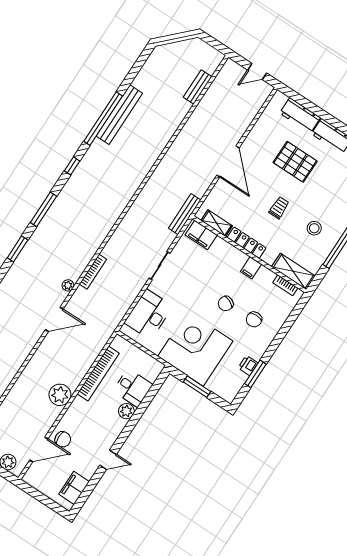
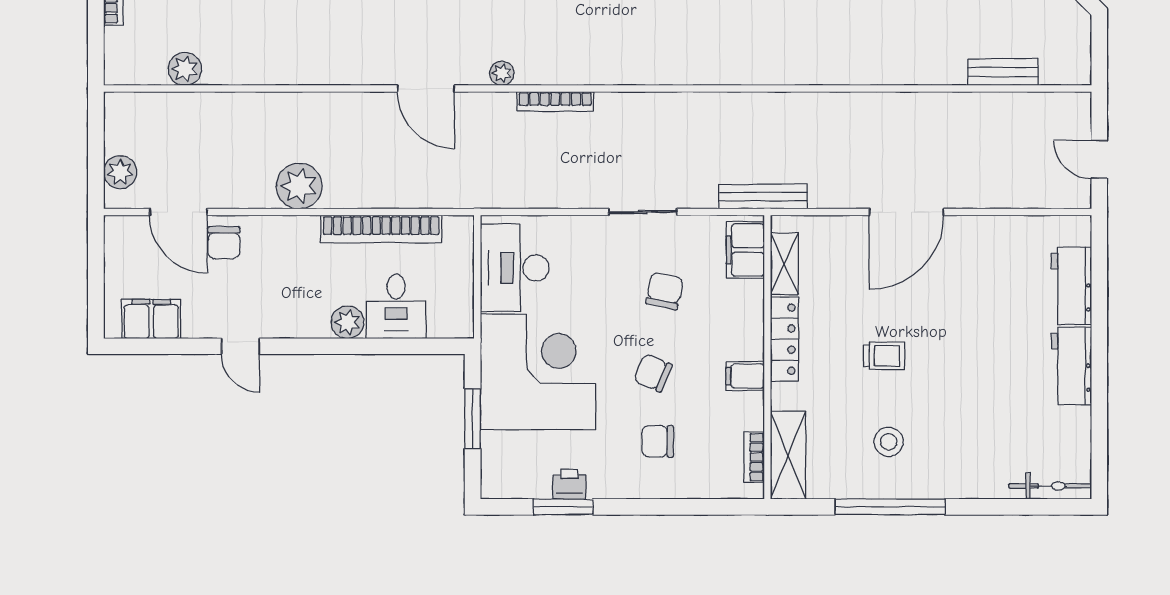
pallet: (295, 162) -> (984, 331), removed
chair: (196, 278) -> (665, 291), added
desk: (149, 314) -> (515, 268), moved, turned -90

